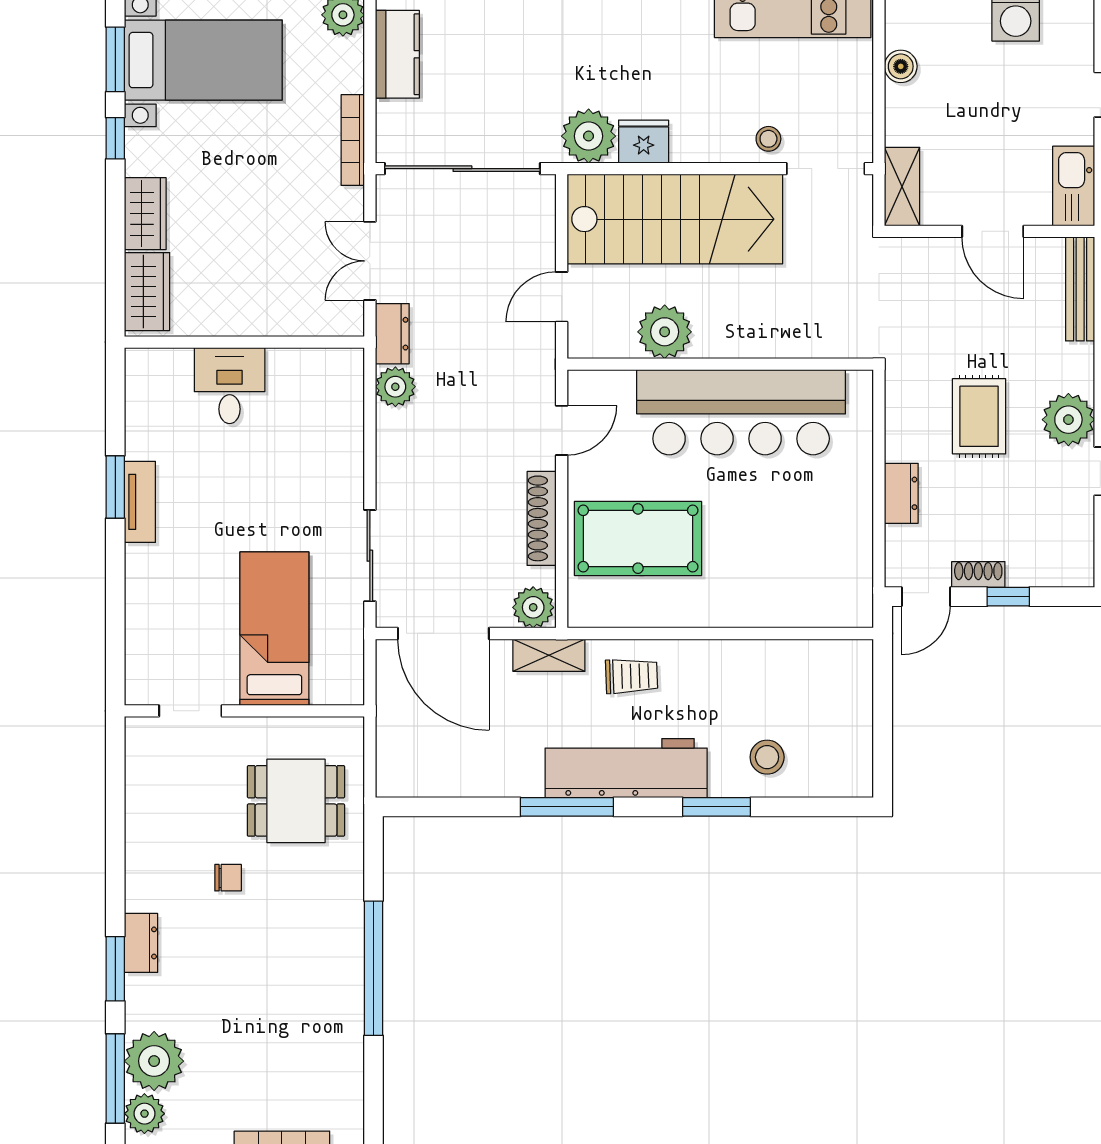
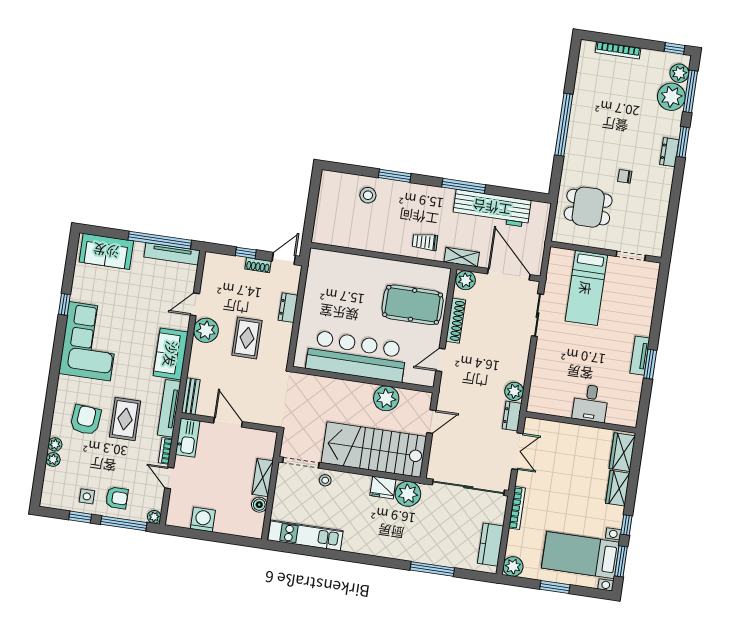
shelving: (902, 187) -> (263, 478), moved
bench: (1080, 289) -> (191, 396), width x0.73
workbench: (626, 768) -> (492, 208), moved

